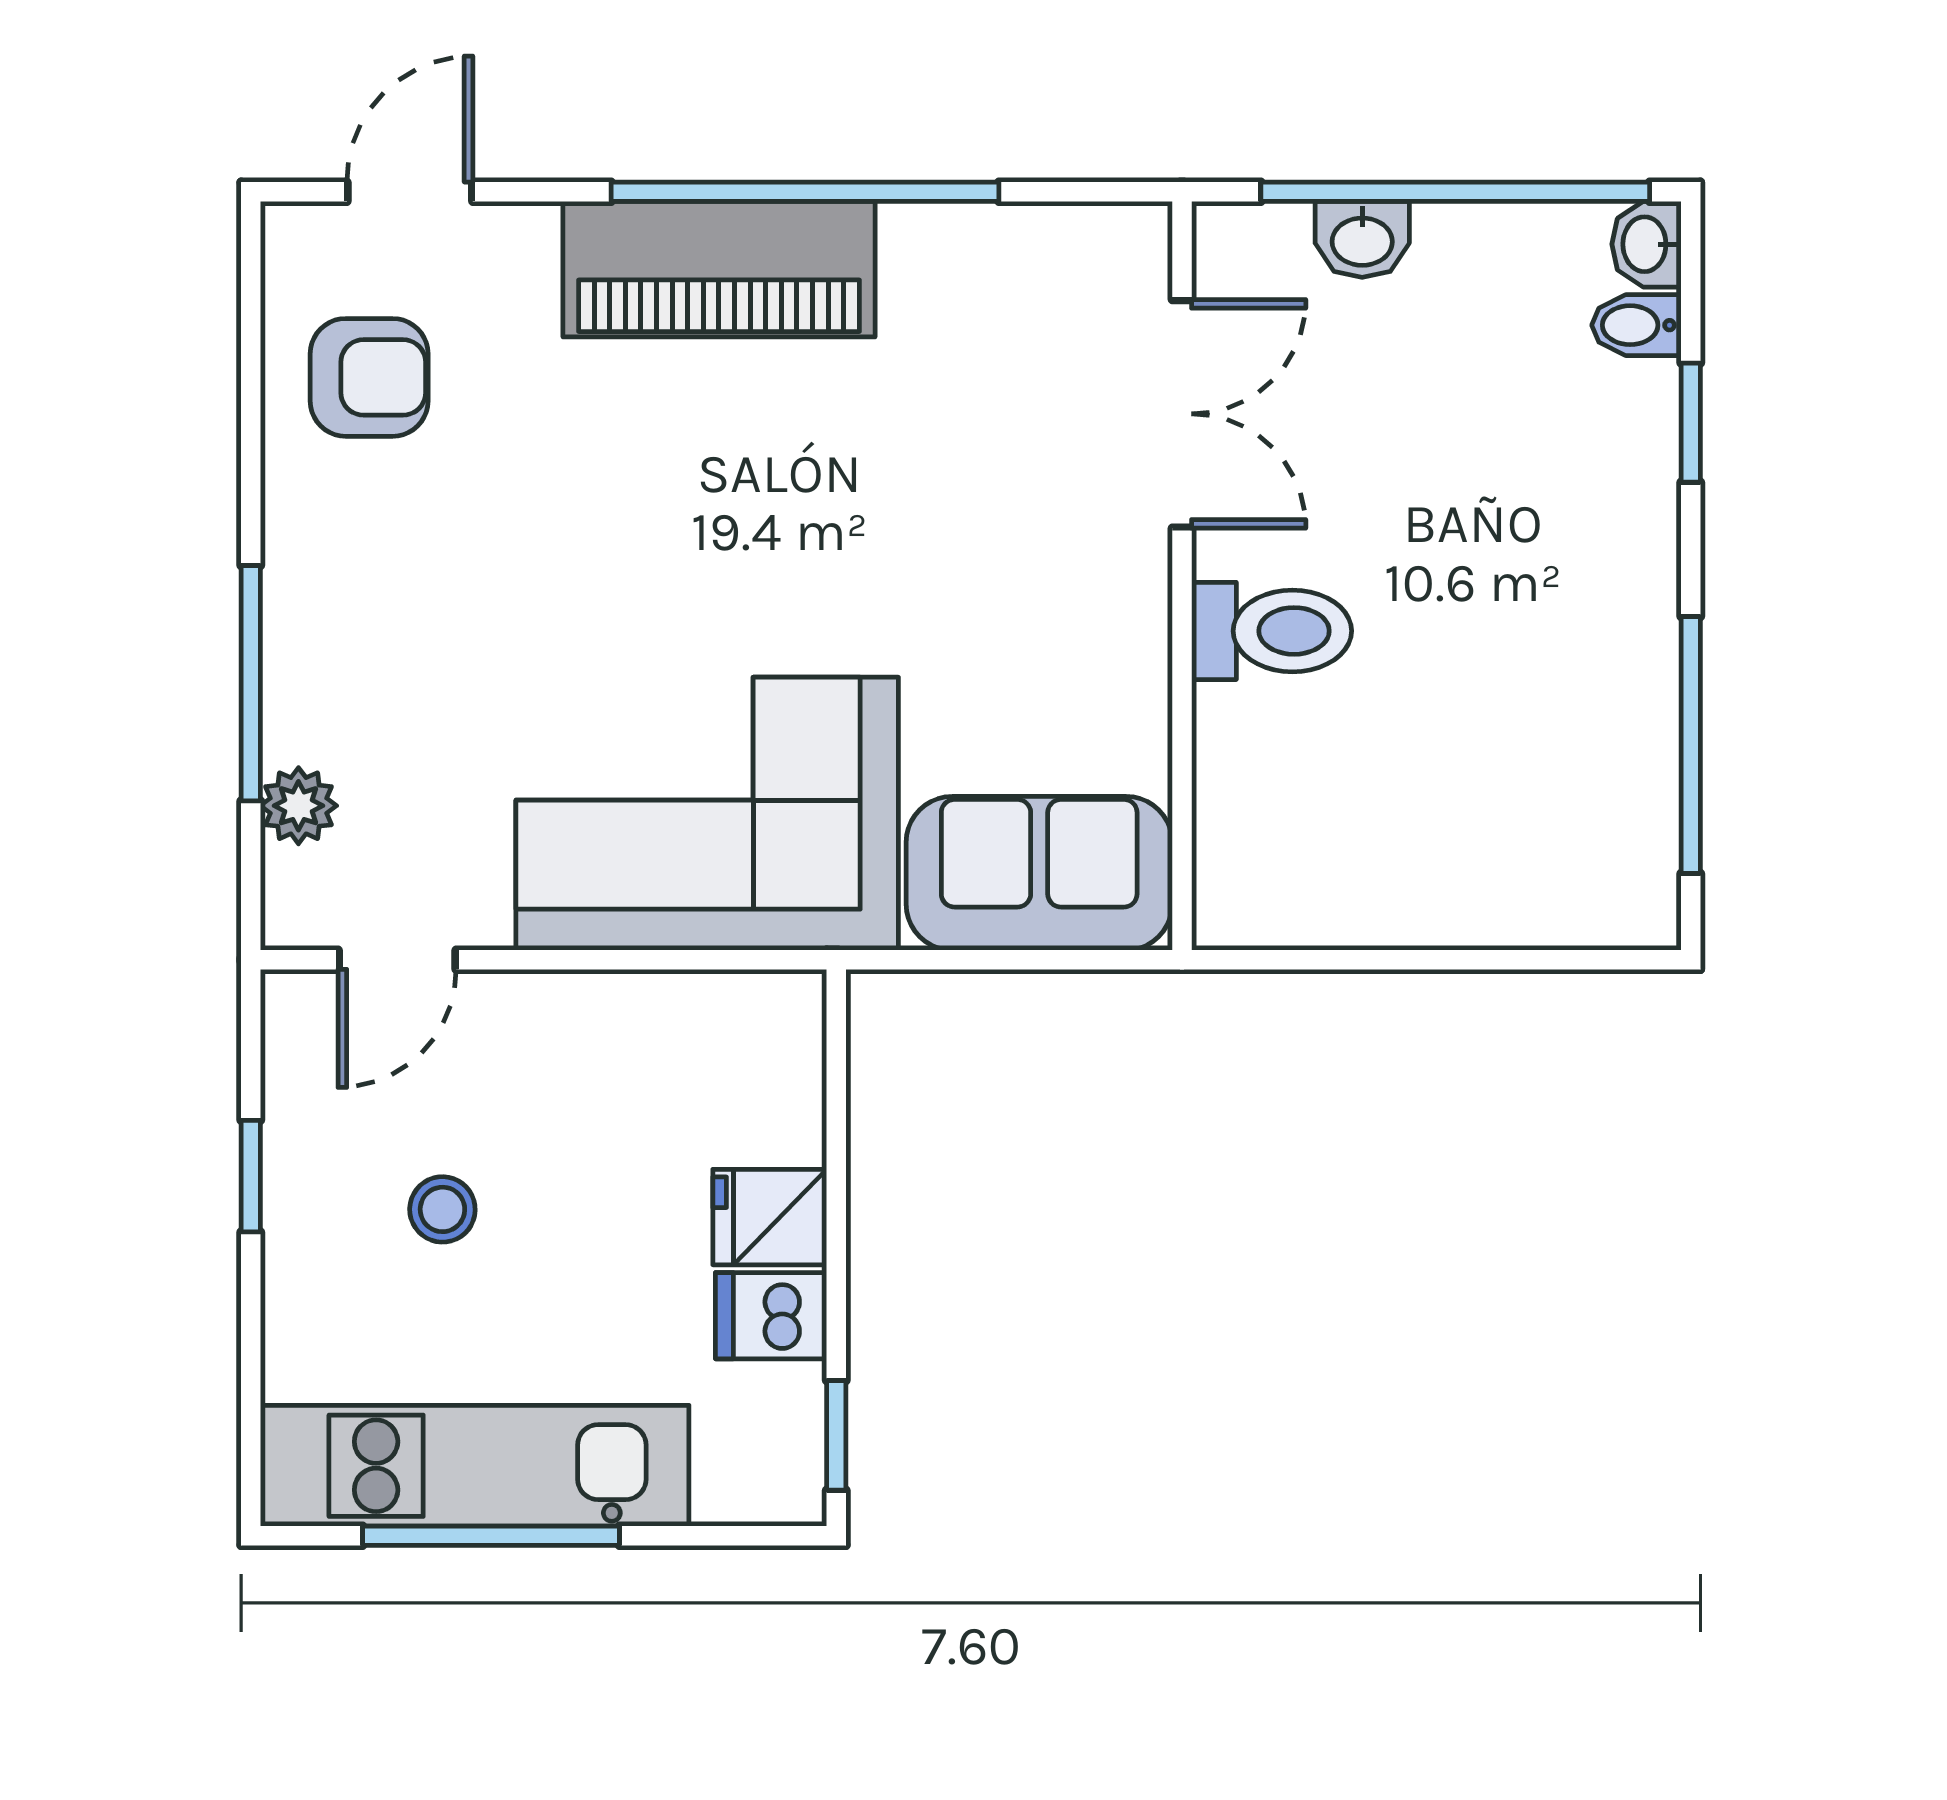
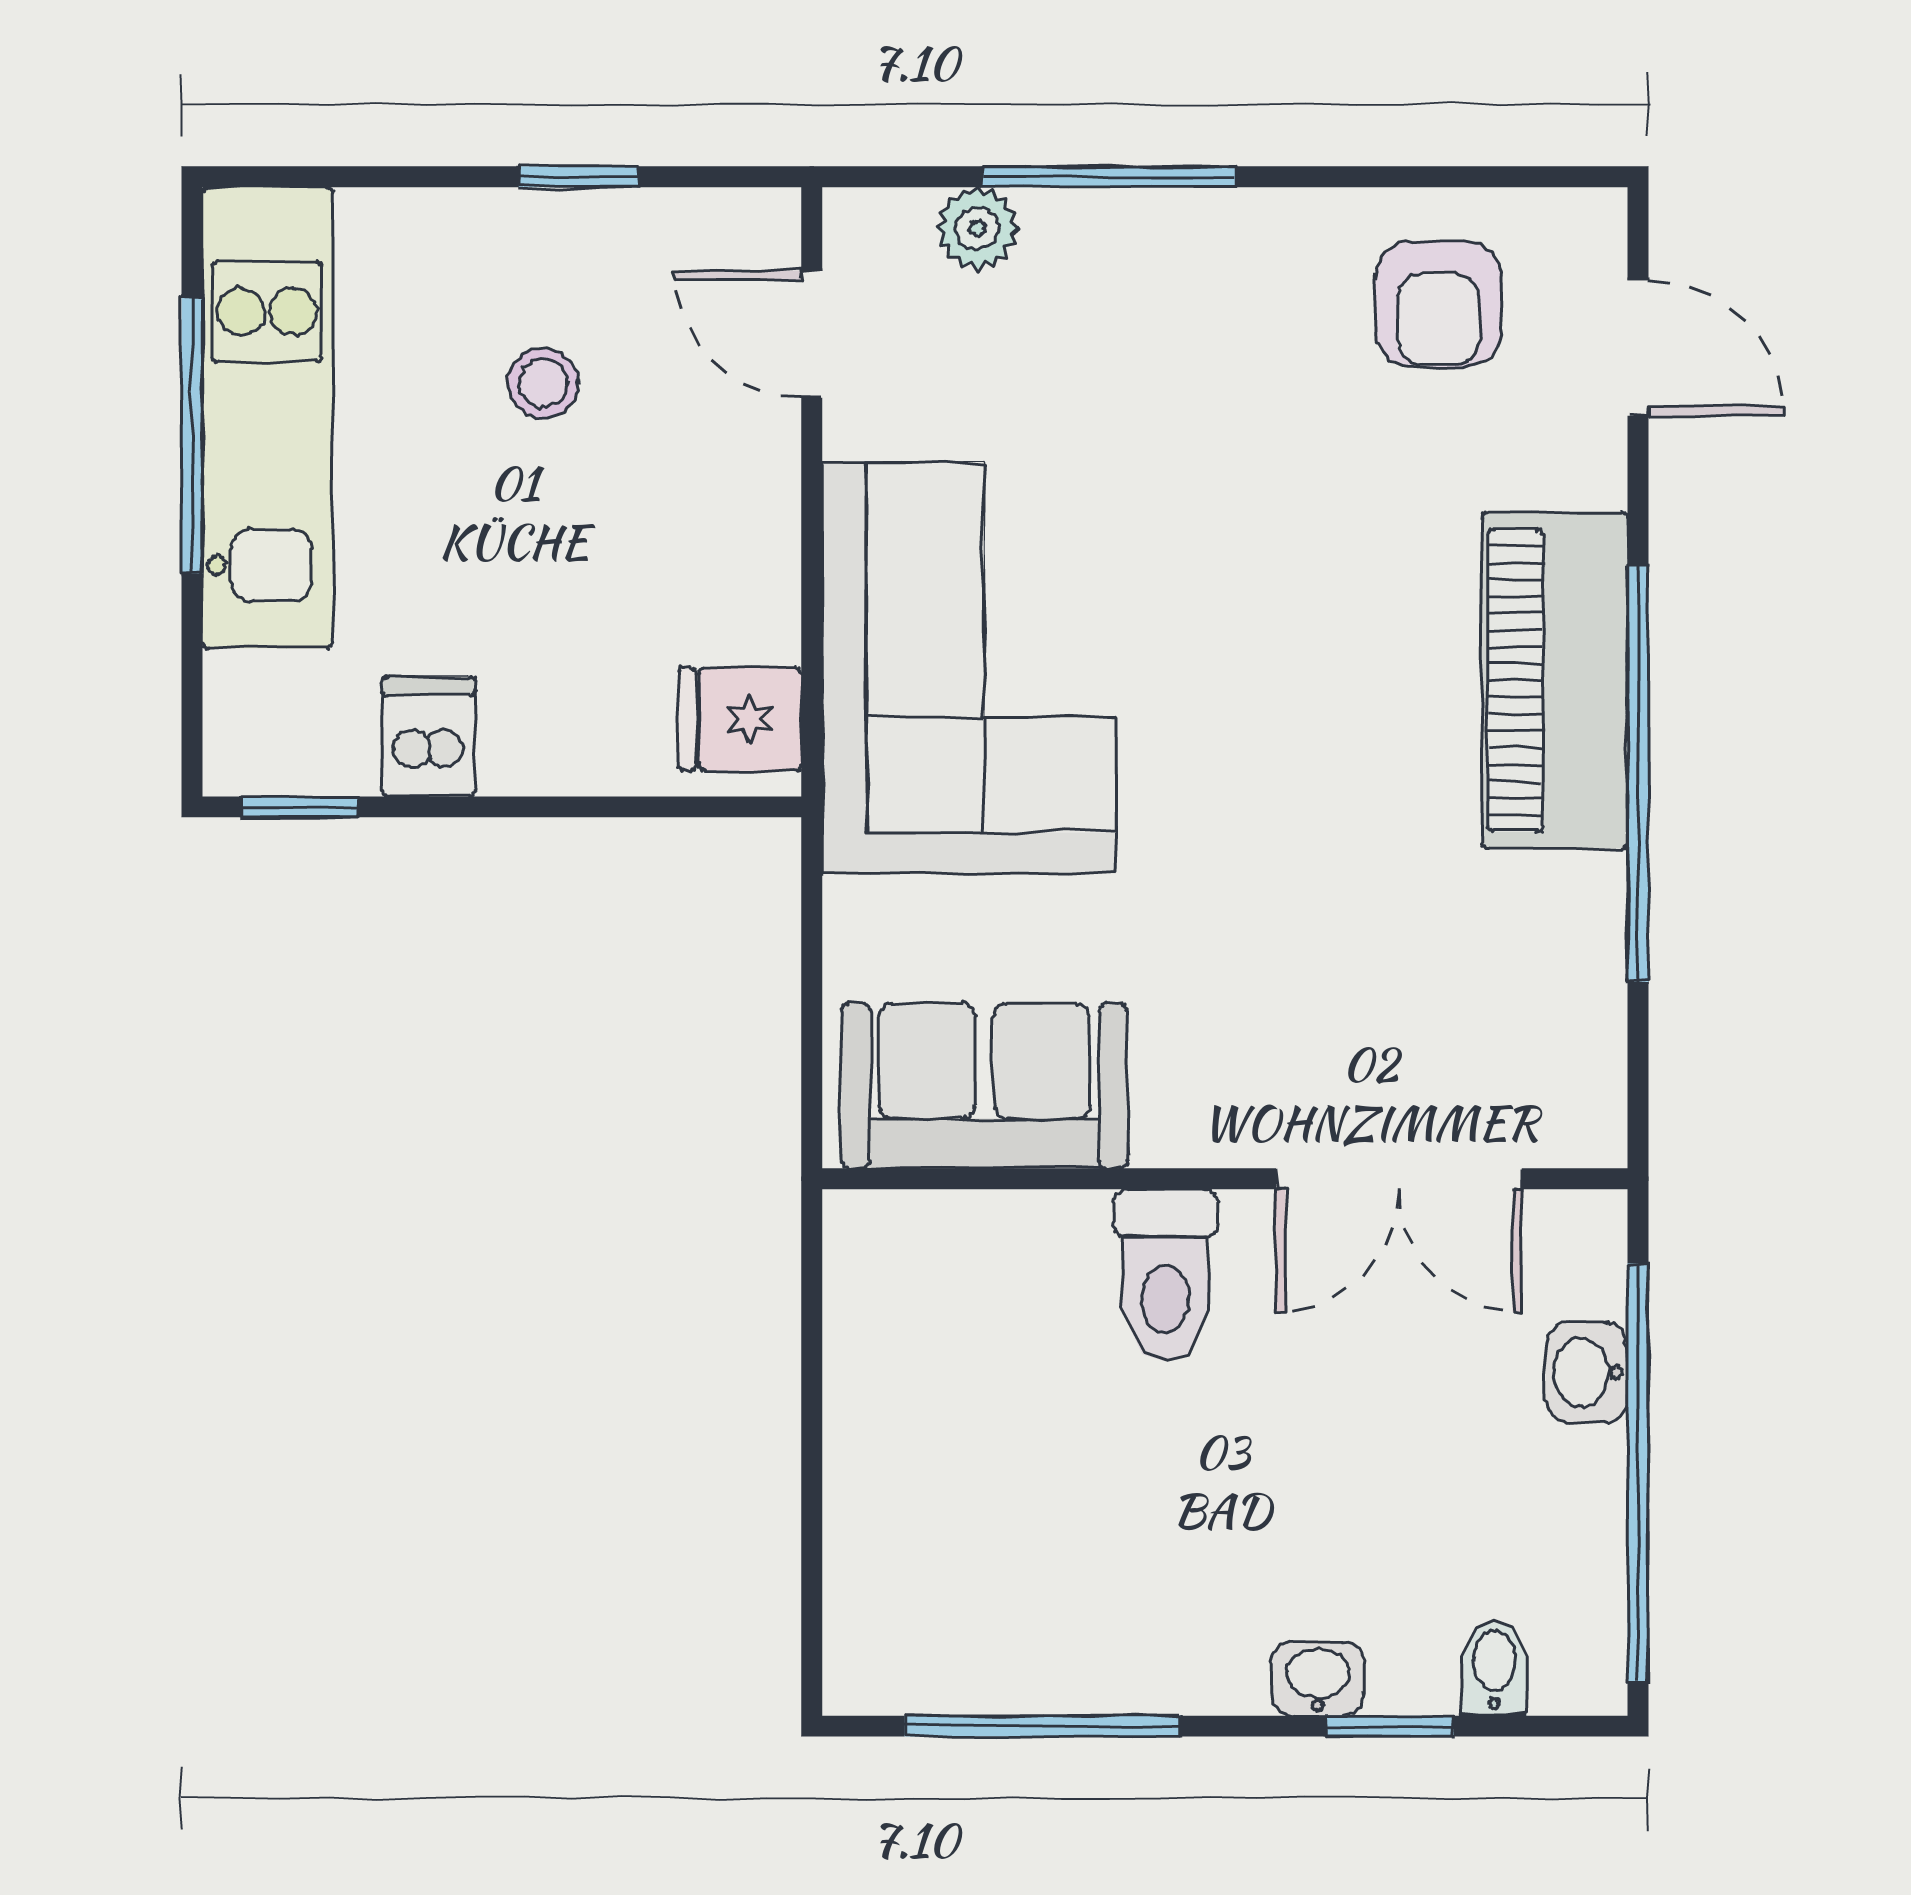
washbasin: (1646, 244) -> (1318, 1678), moved
sofa: (1039, 873) -> (984, 1086), moved, turned -90
fridge: (770, 1217) -> (740, 719), moved, turned -90

